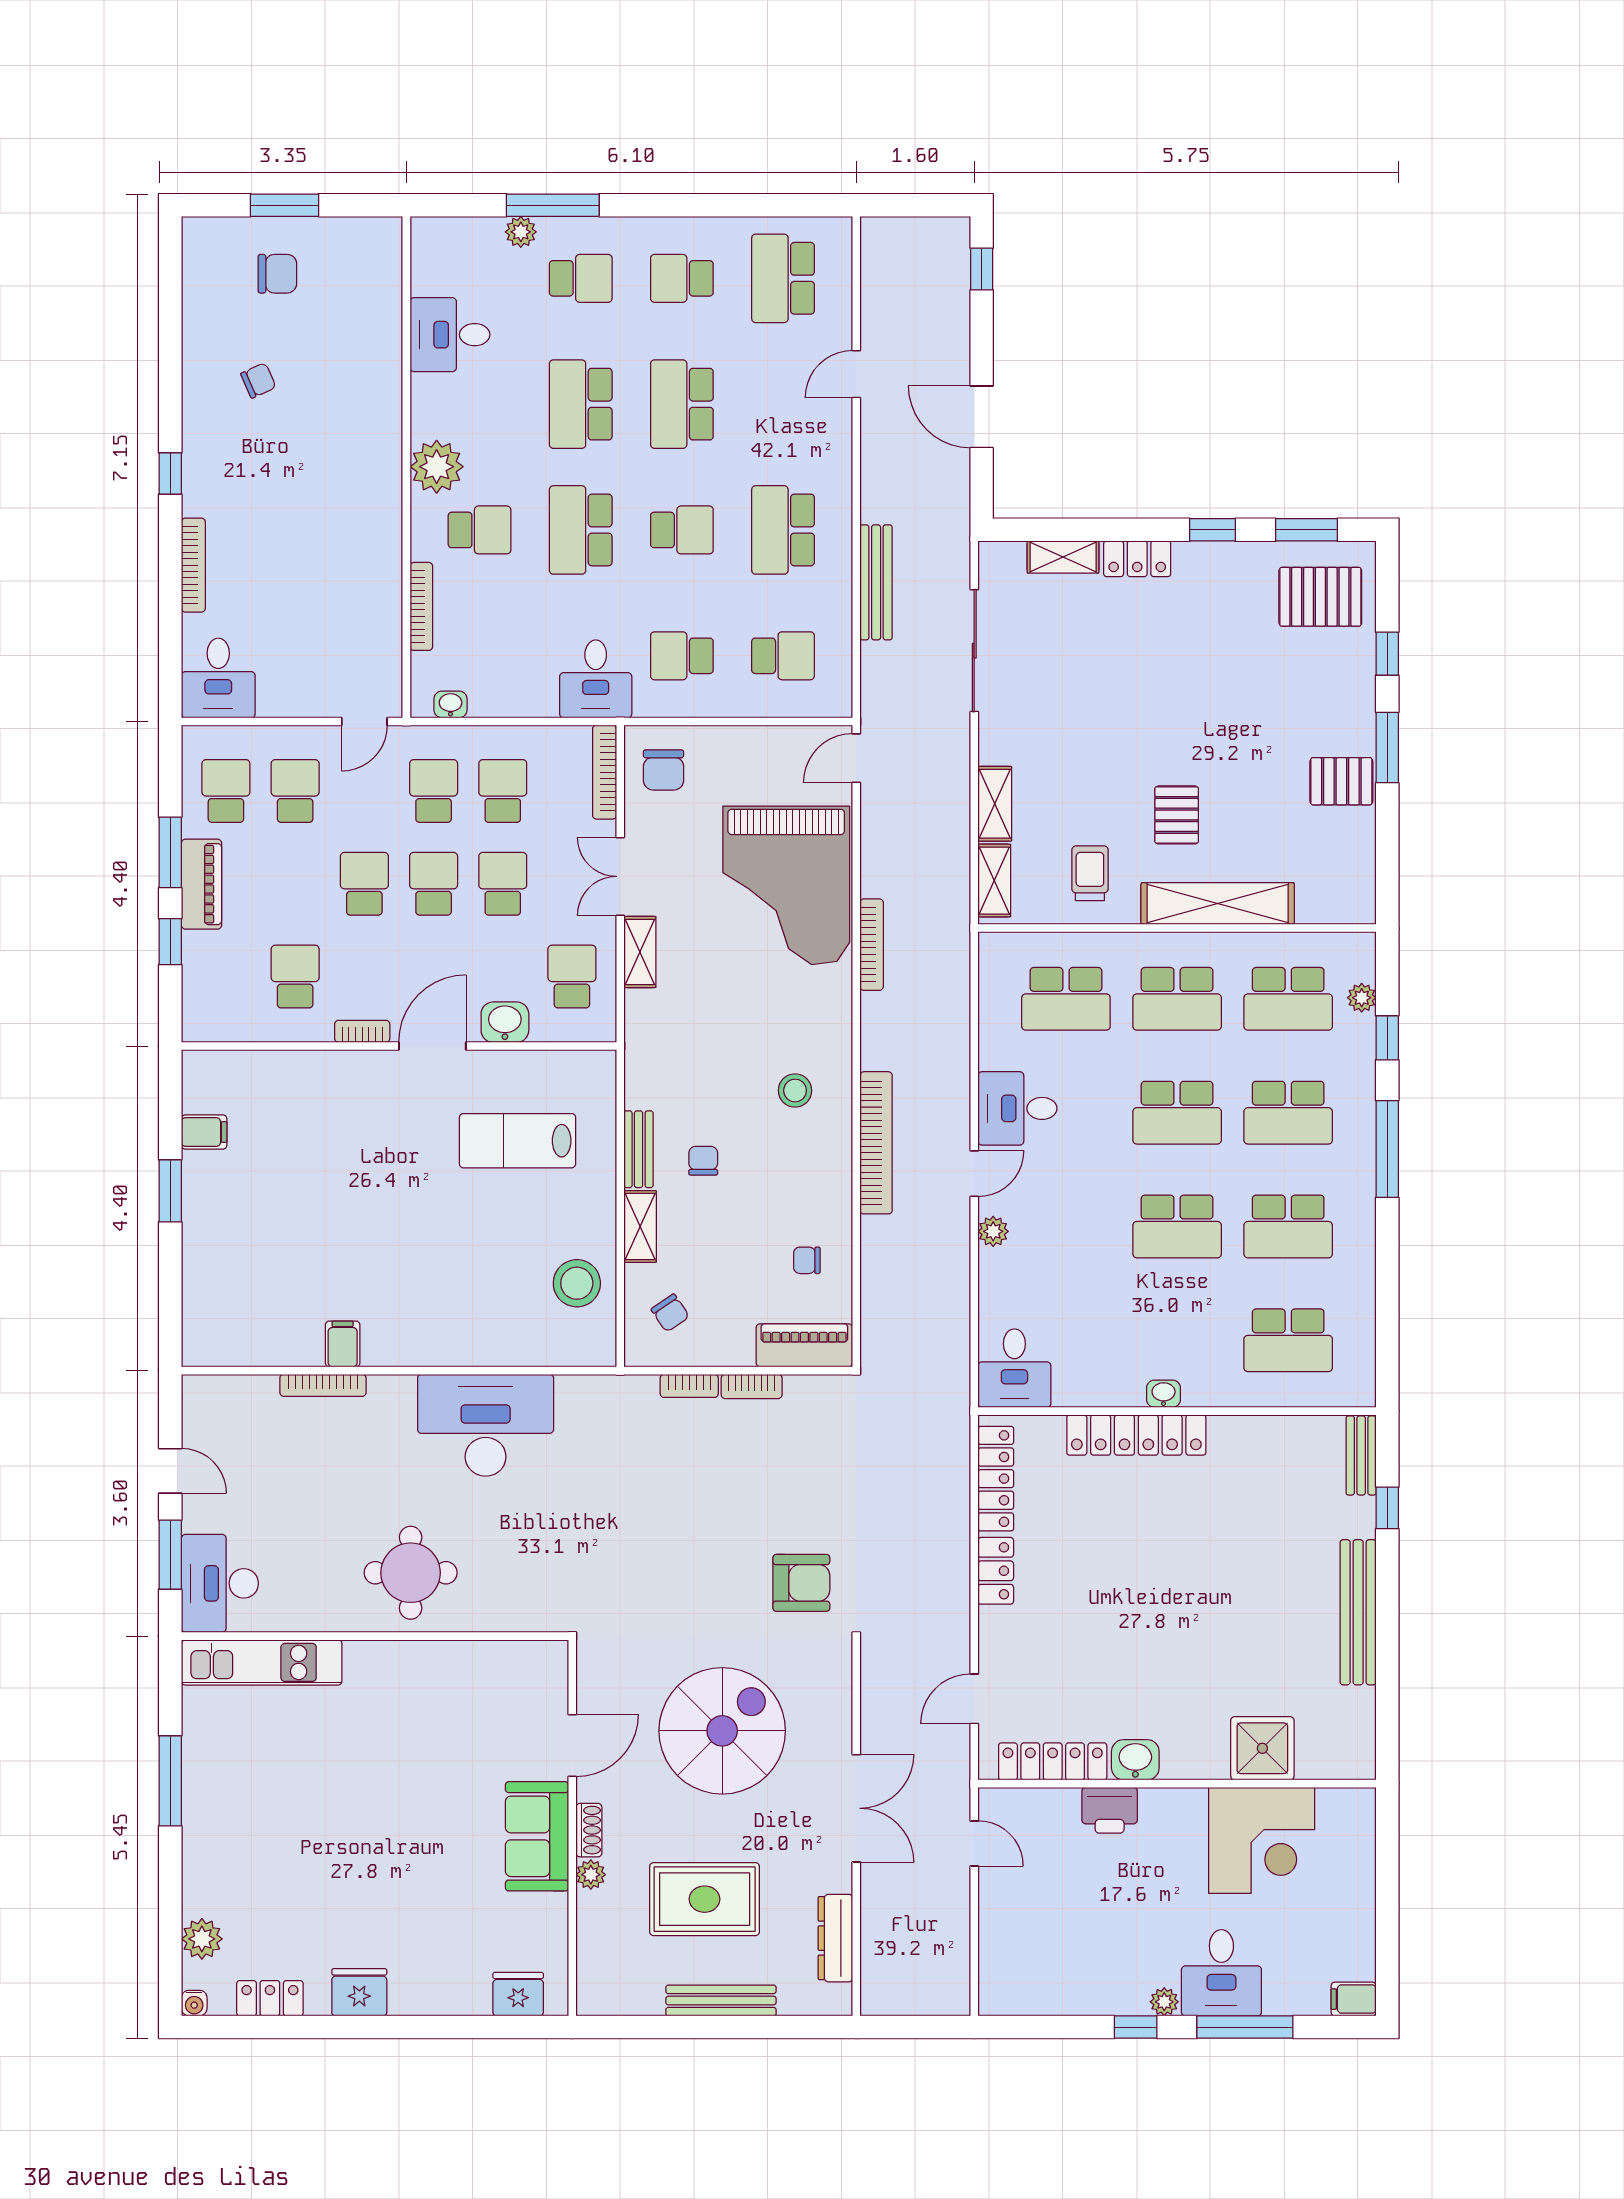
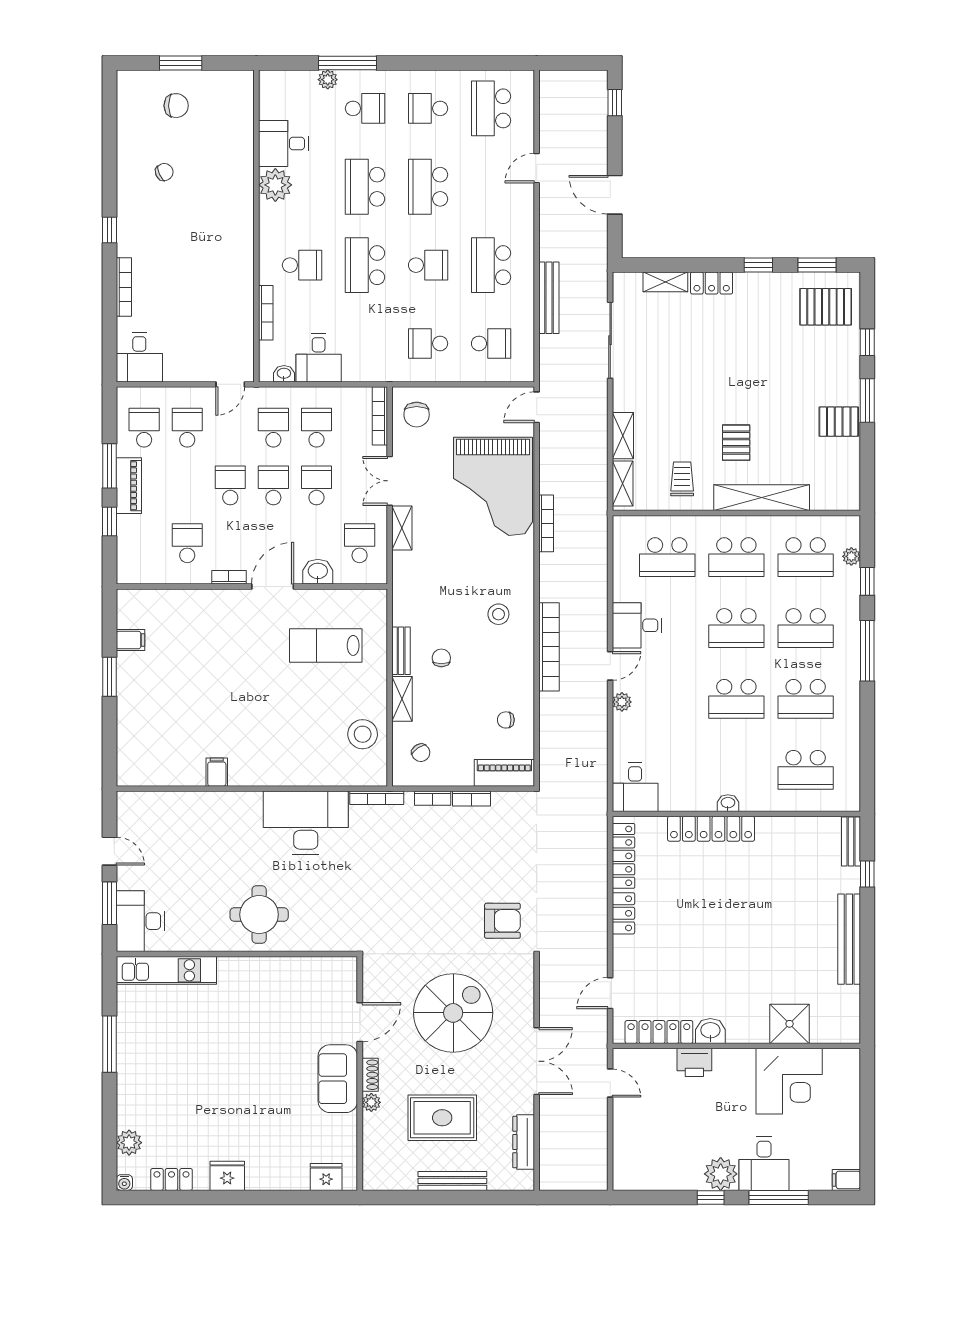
plant: (437, 467) -> (275, 185), moved
desk: (596, 679) -> (319, 358), moved
bookcase: (323, 1385) -> (377, 798), moved
plant: (1164, 2002) -> (721, 1174), width x1.87, depth x1.87

